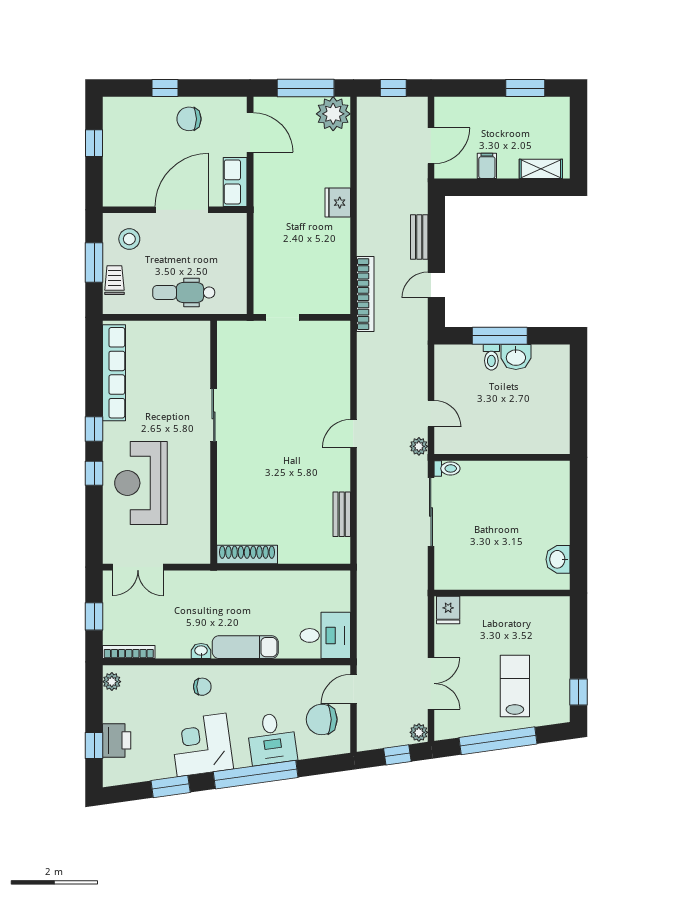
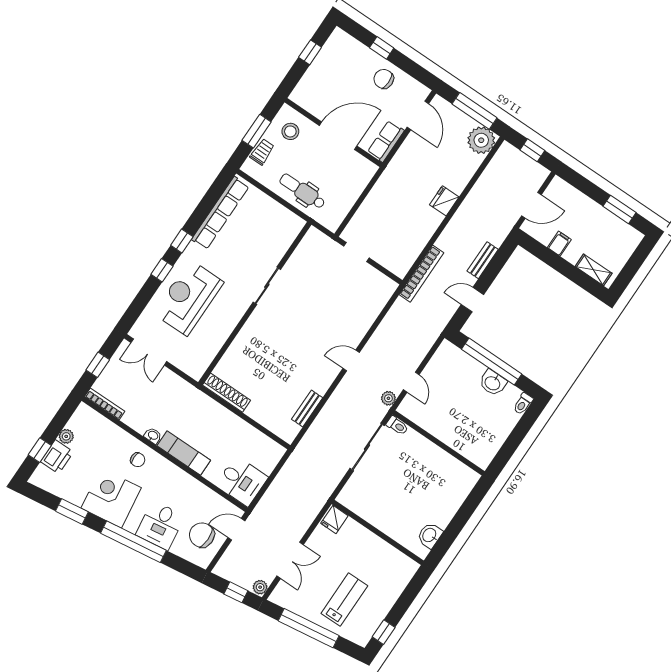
window: (500, 336) -> (492, 362), width x1.46
toilet: (491, 357) -> (523, 404), moved
plant: (112, 682) -> (66, 436), moved

